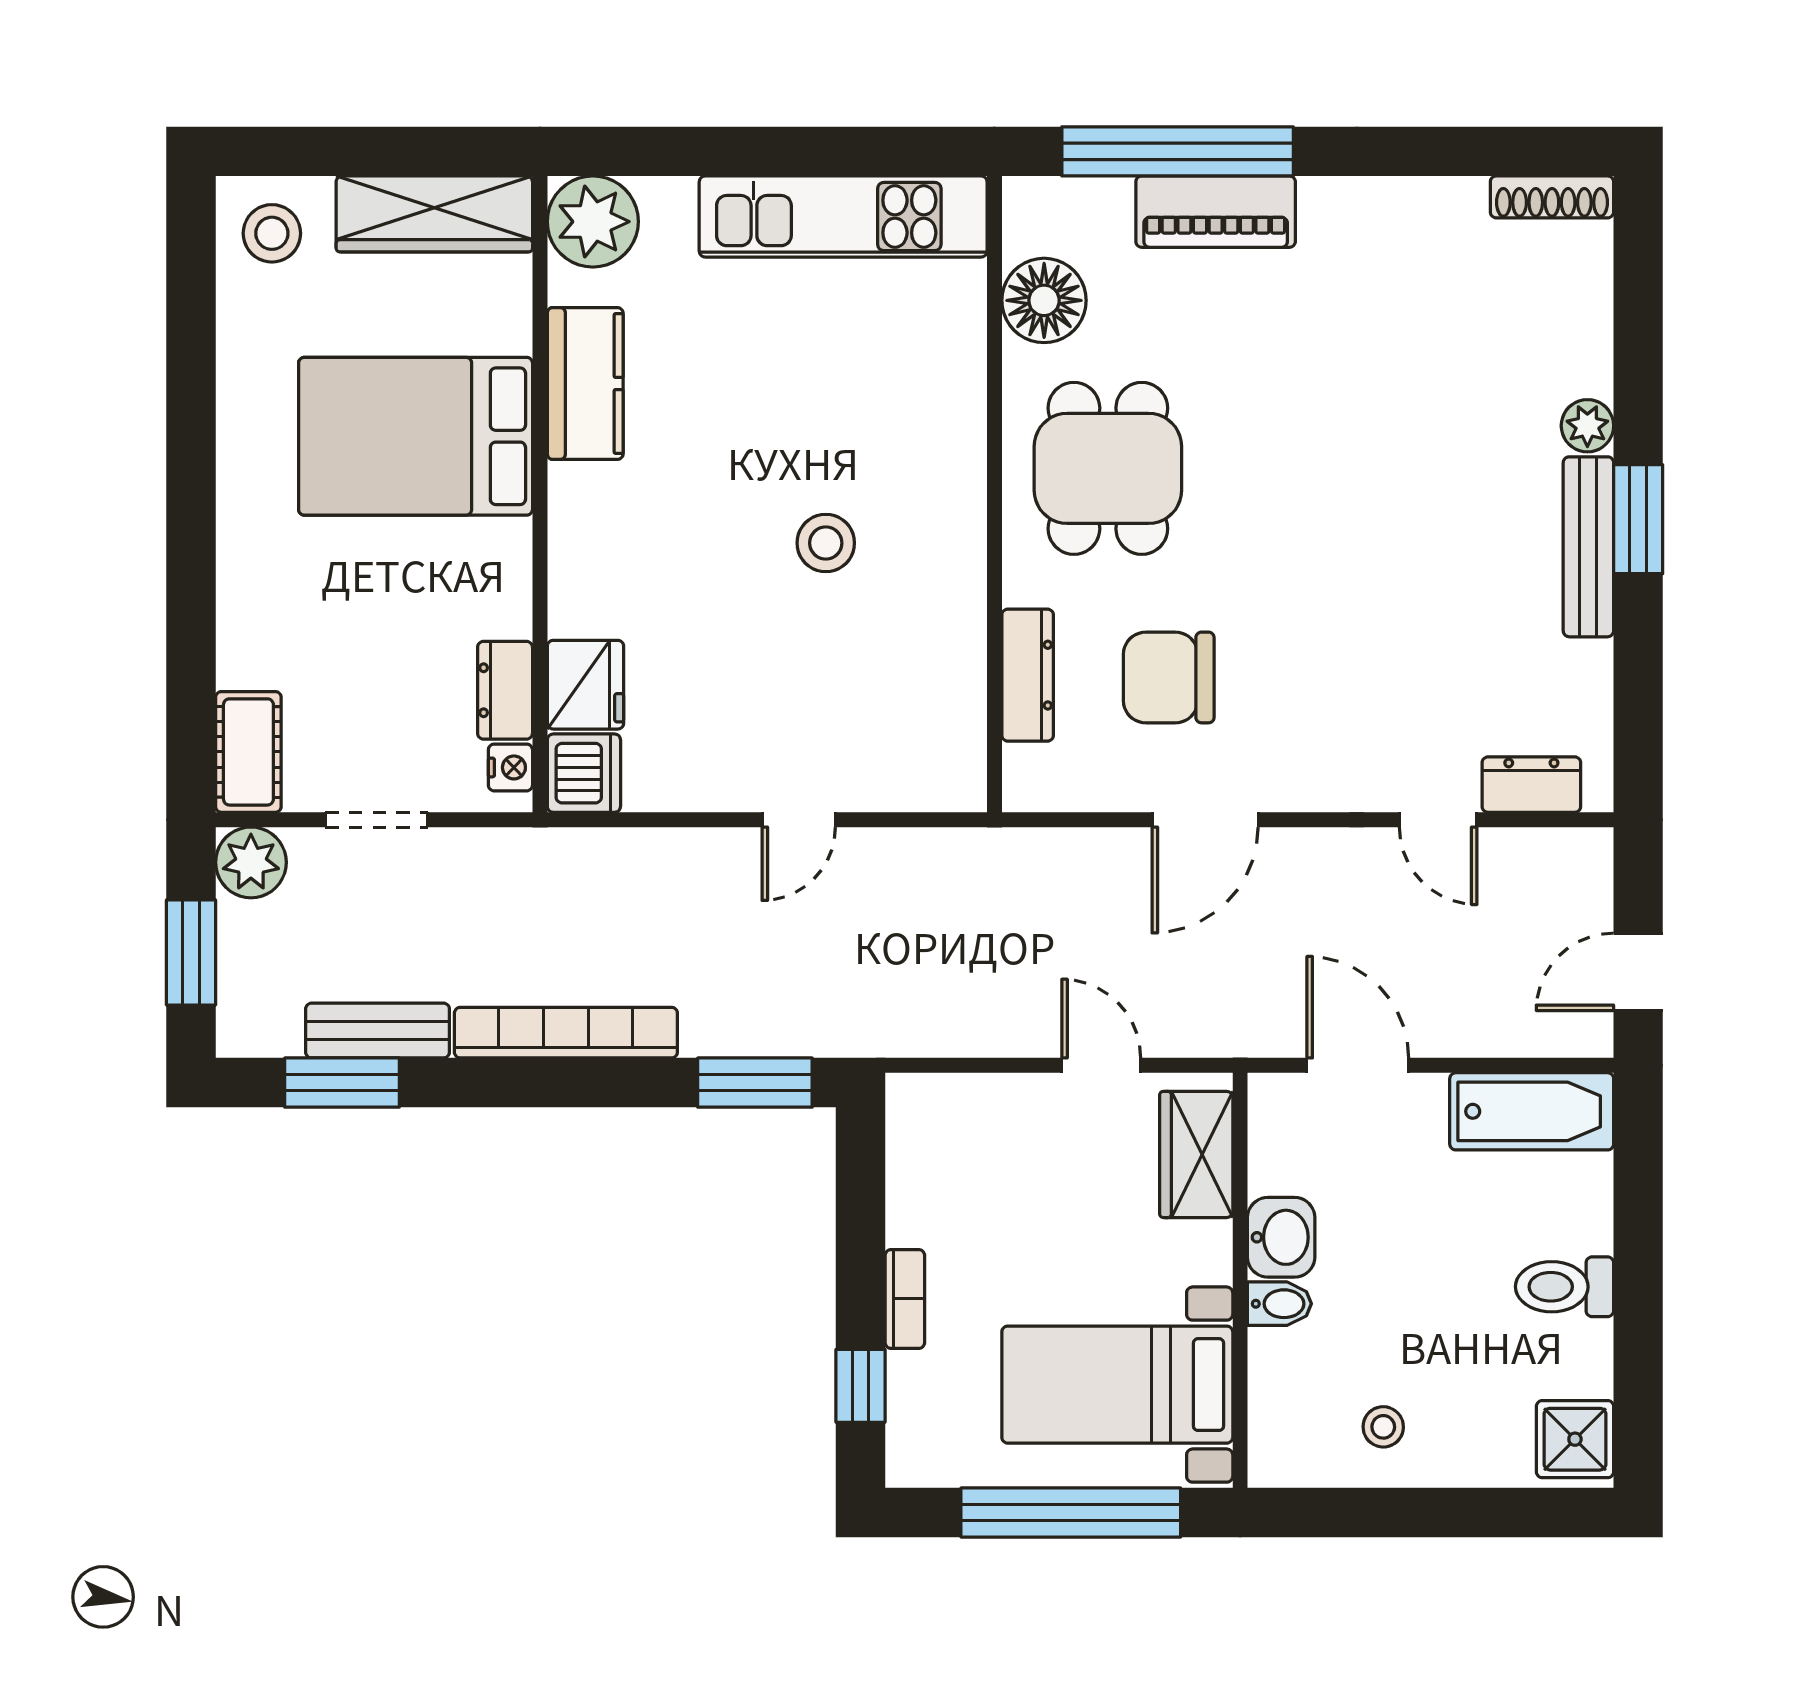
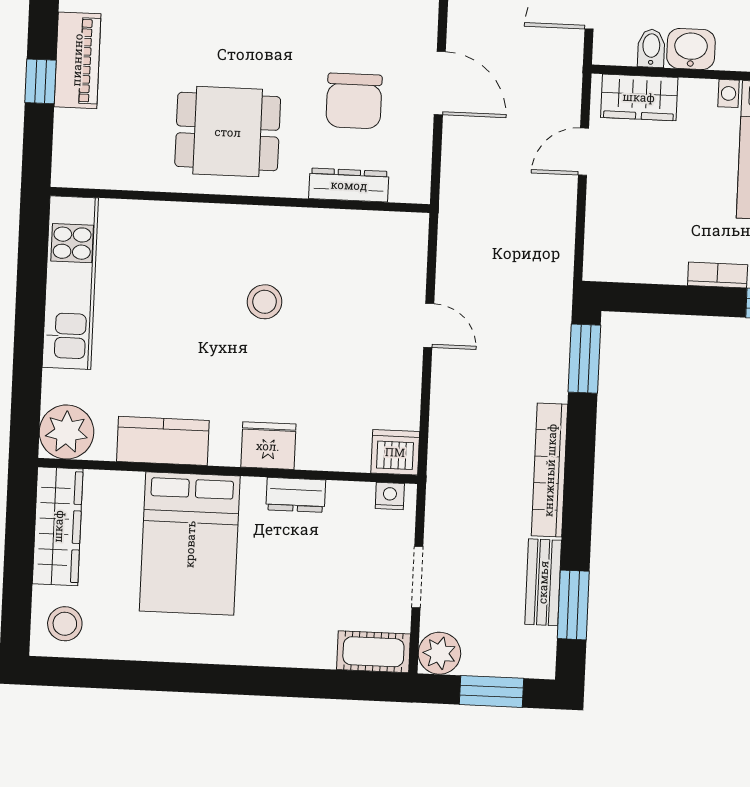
window: (1178, 151) -> (41, 81), width x0.32
floor lamp: (1044, 300) -> (126, 165), removed
fridge: (585, 685) -> (268, 446), moved
dresser: (505, 690) -> (296, 495), moved
bidet: (1279, 1304) -> (651, 48), moved

